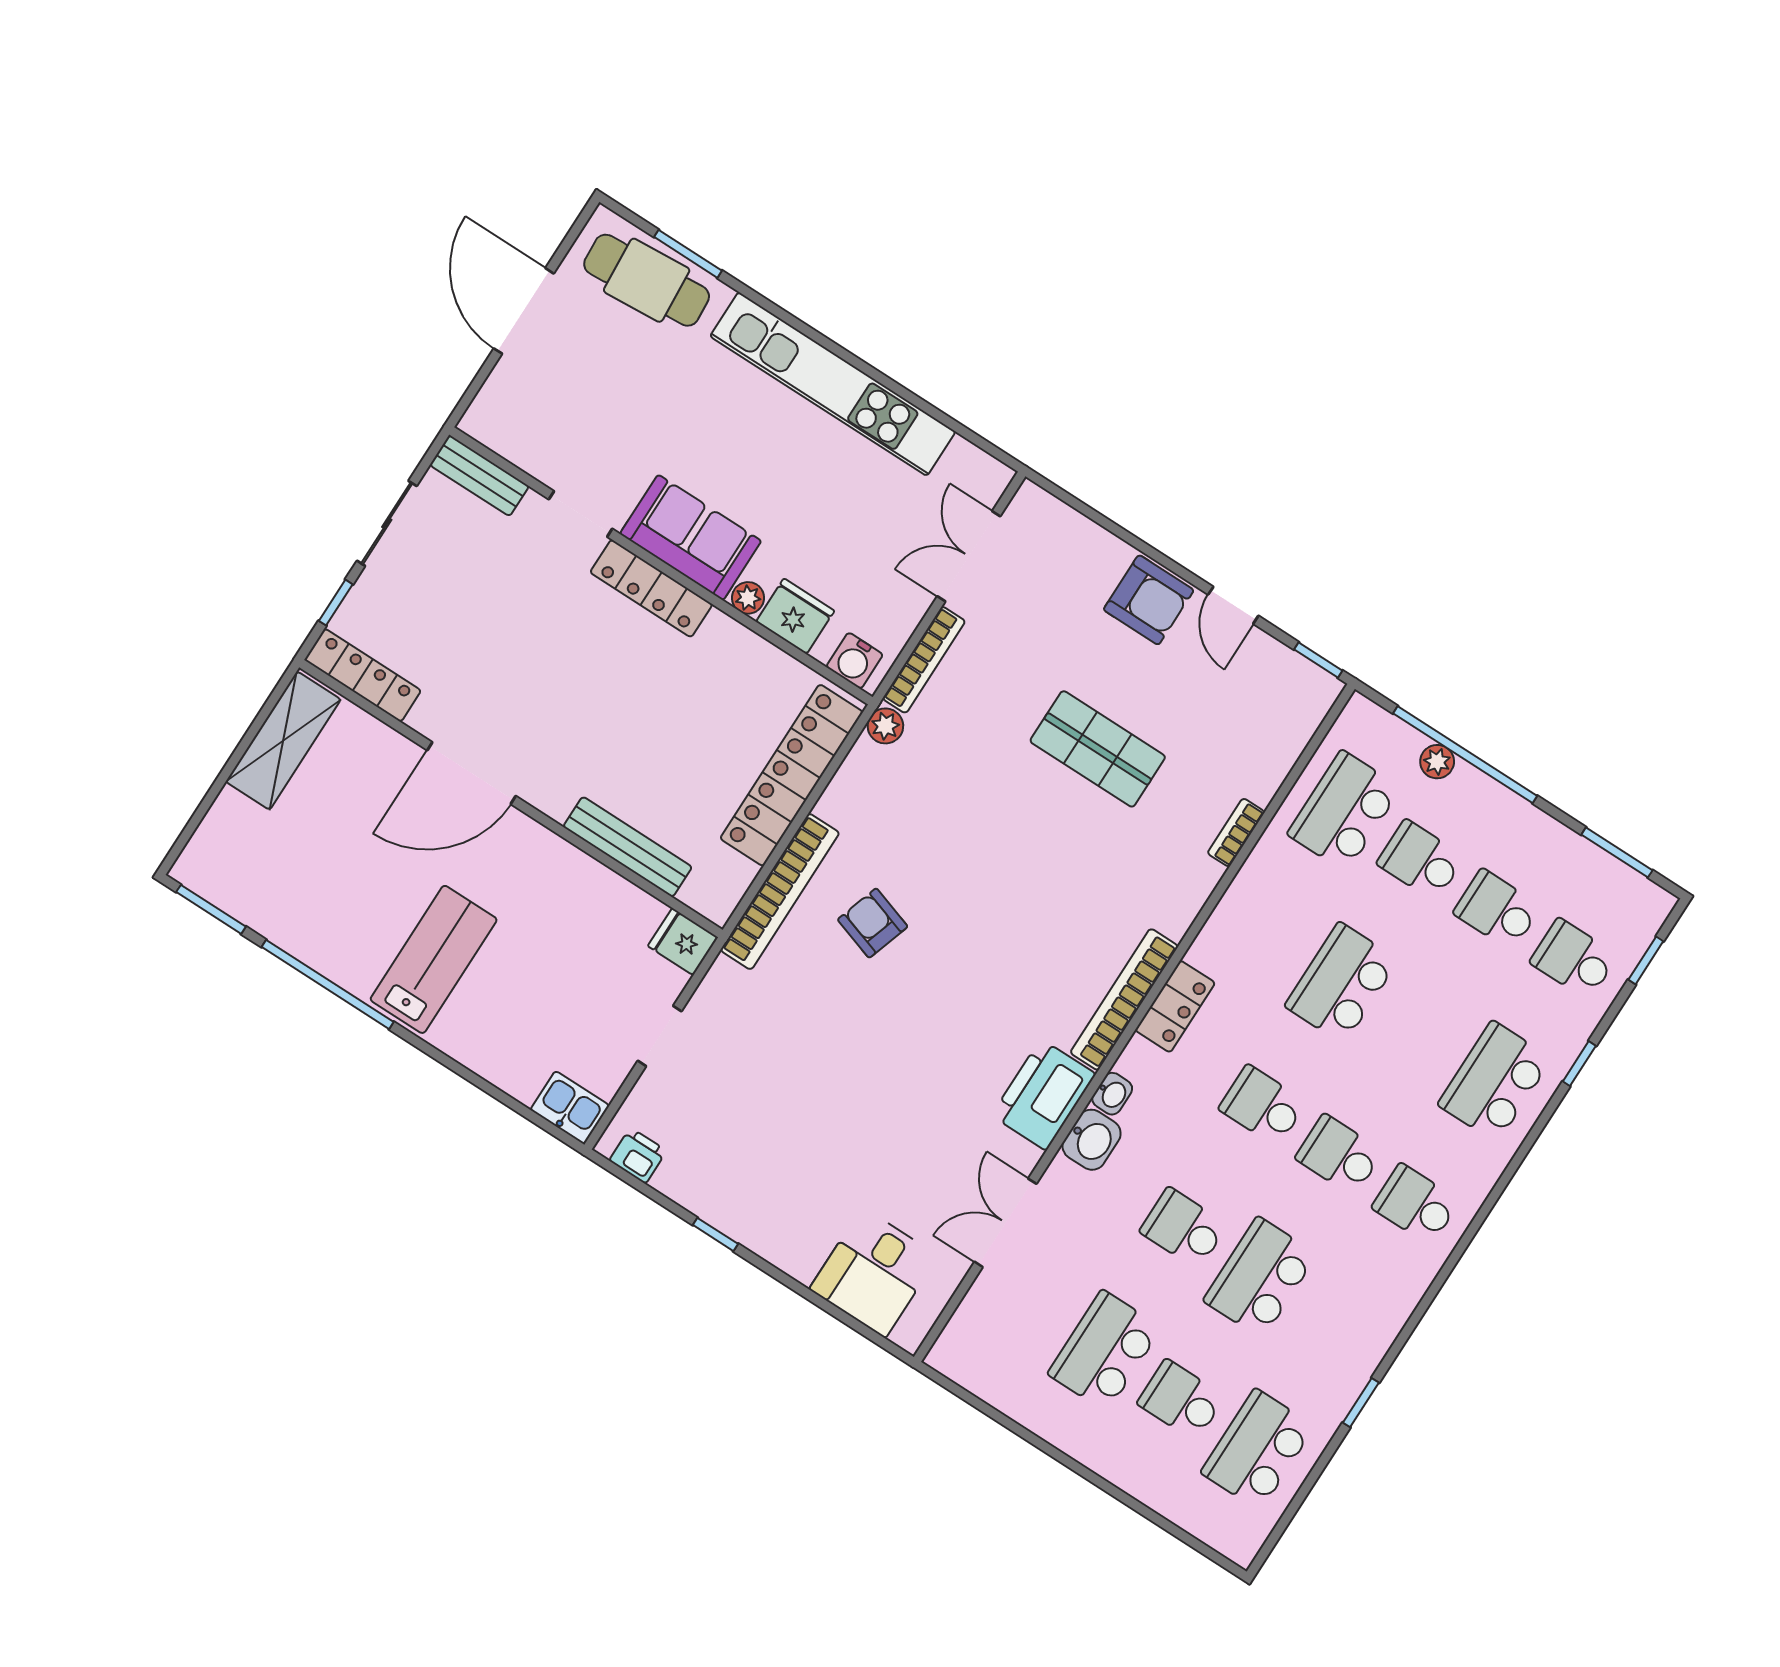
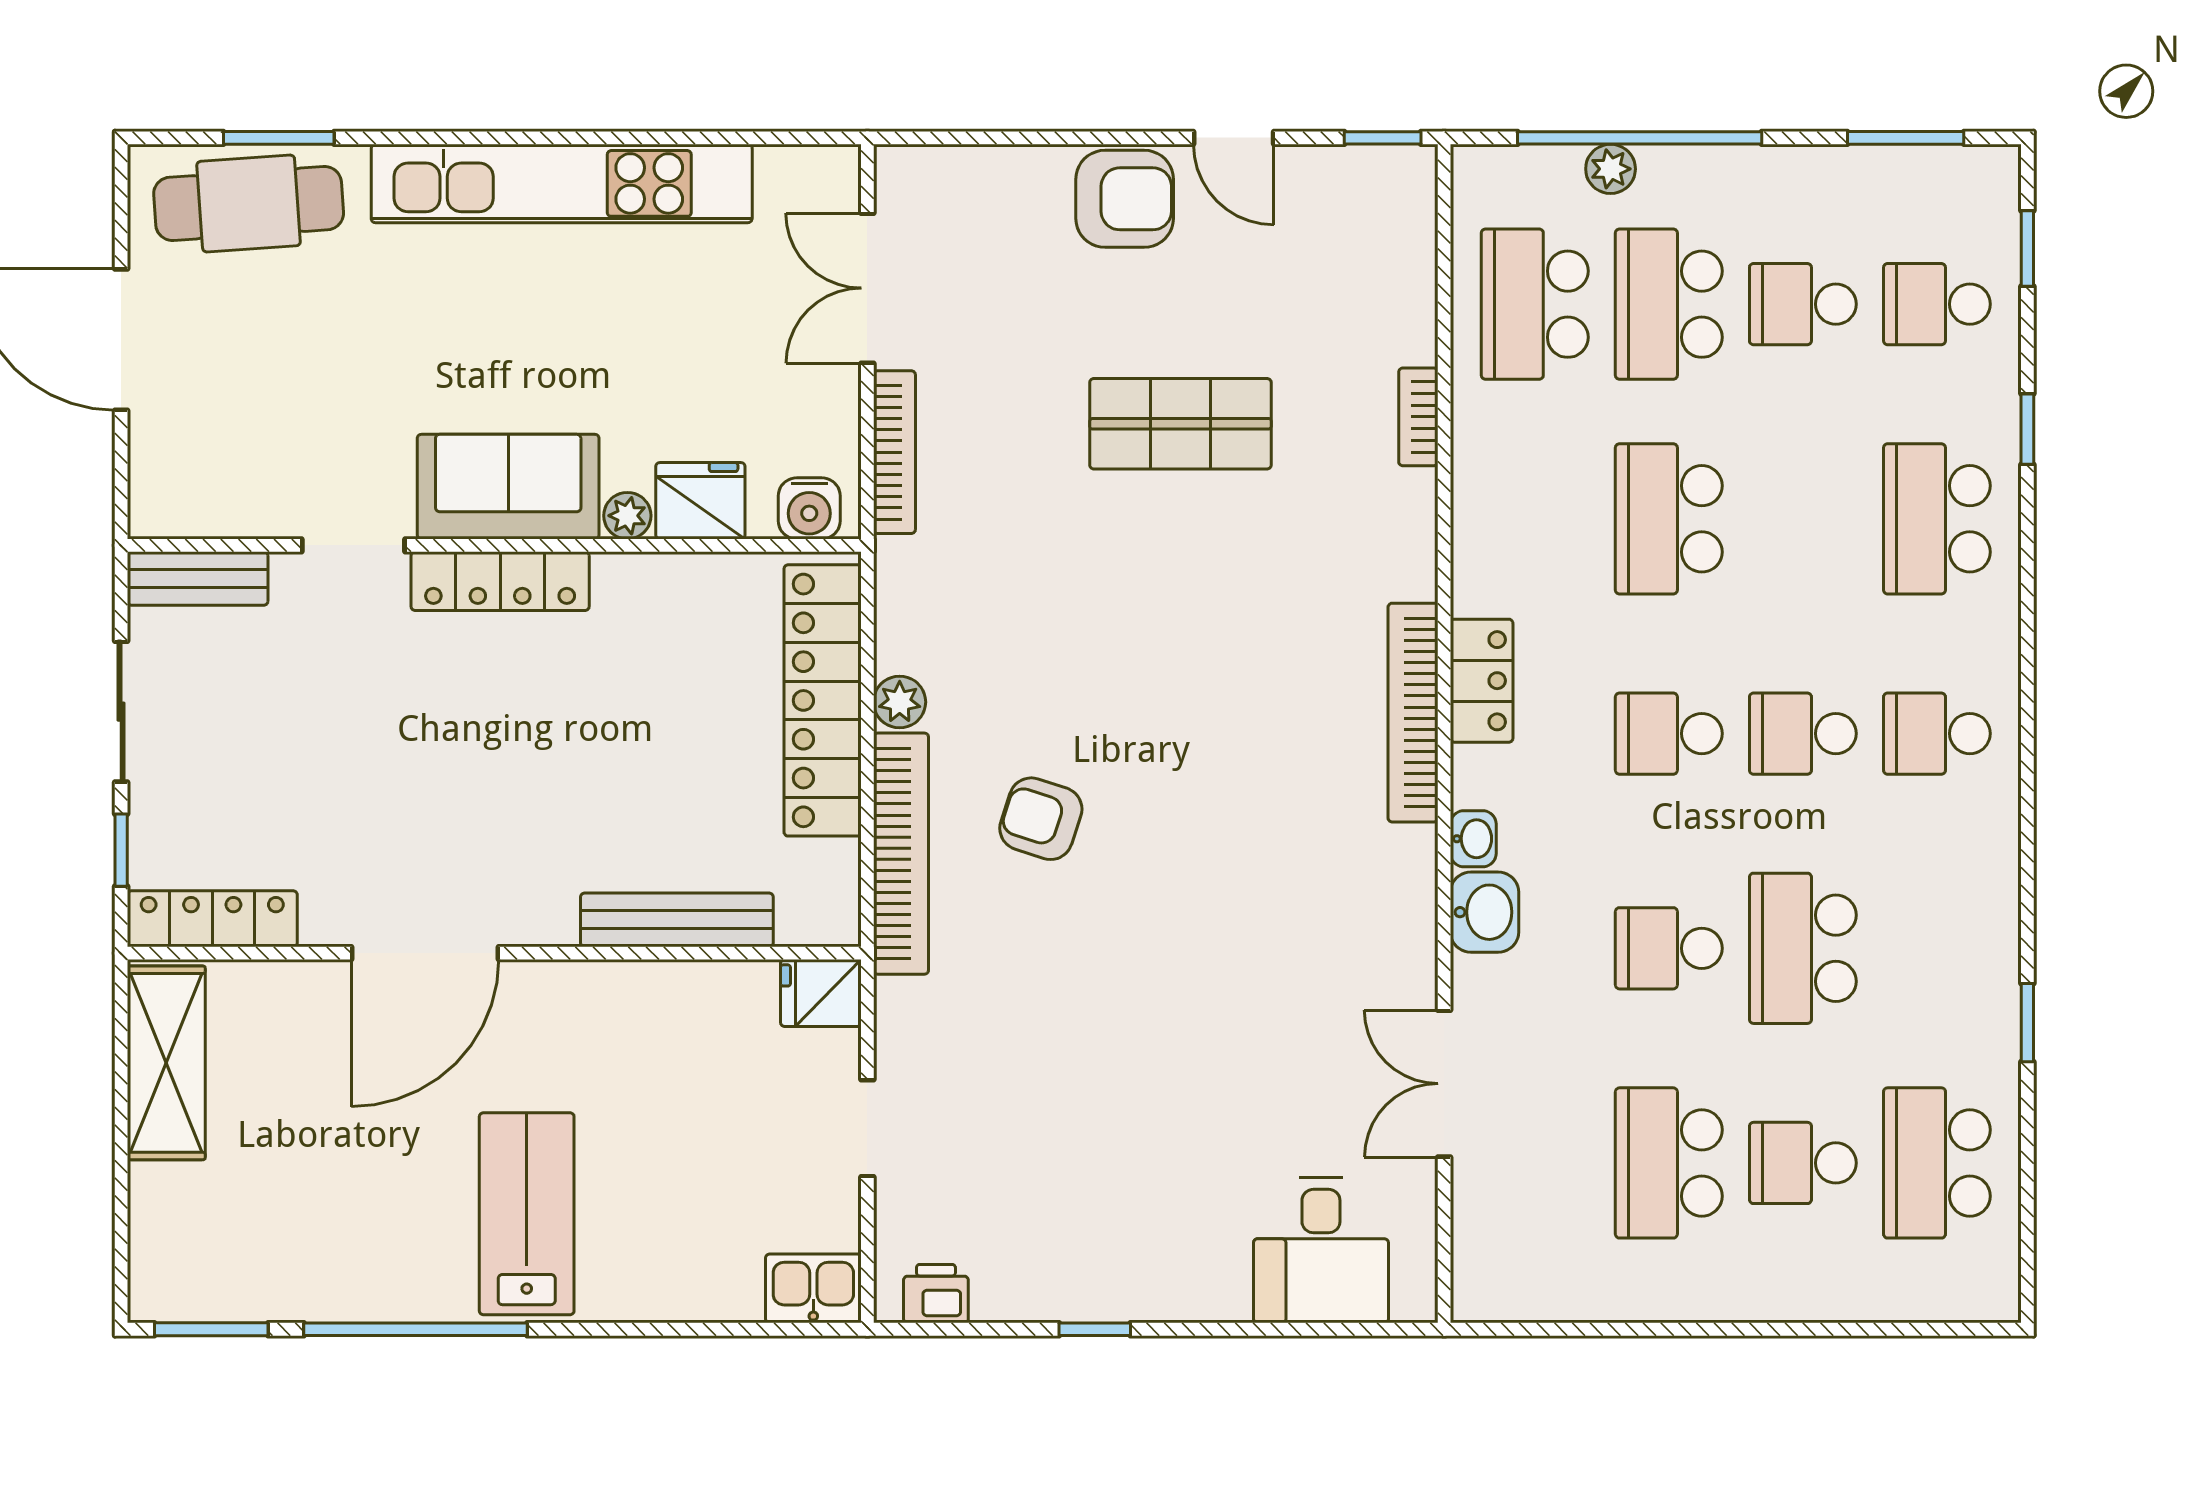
plant: (885, 726) -> (900, 702), moved
school desk: (1421, 860) -> (1669, 304), width x1.85
printer: (1044, 1095) -> (1389, 895), removed

